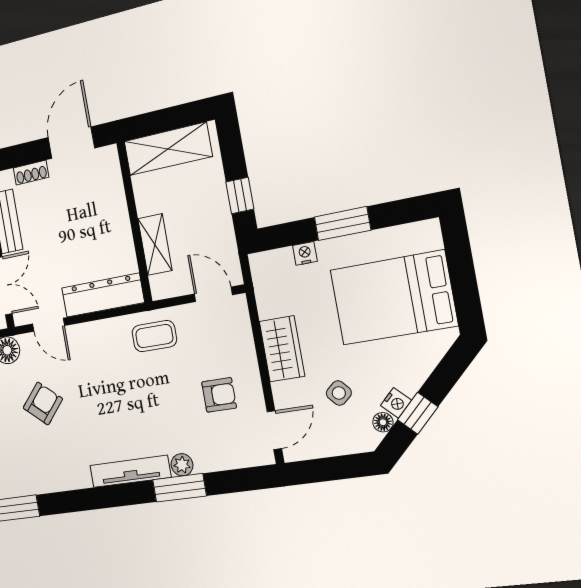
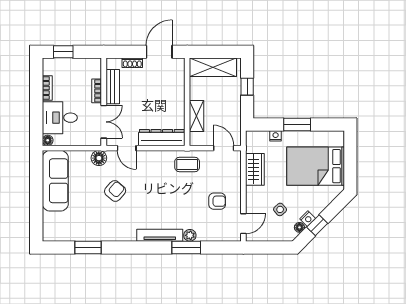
window: (240, 196) -> (247, 87), moved
wardrobe: (282, 349) -> (255, 169), moved

